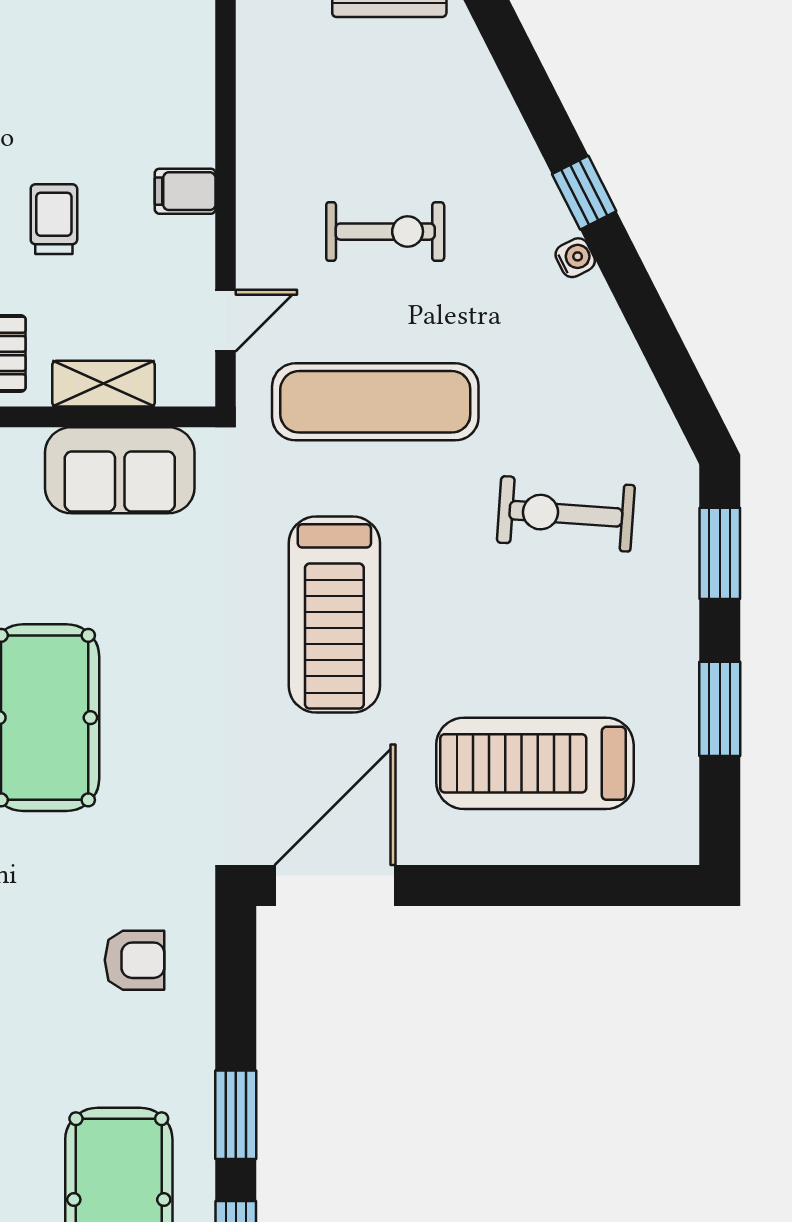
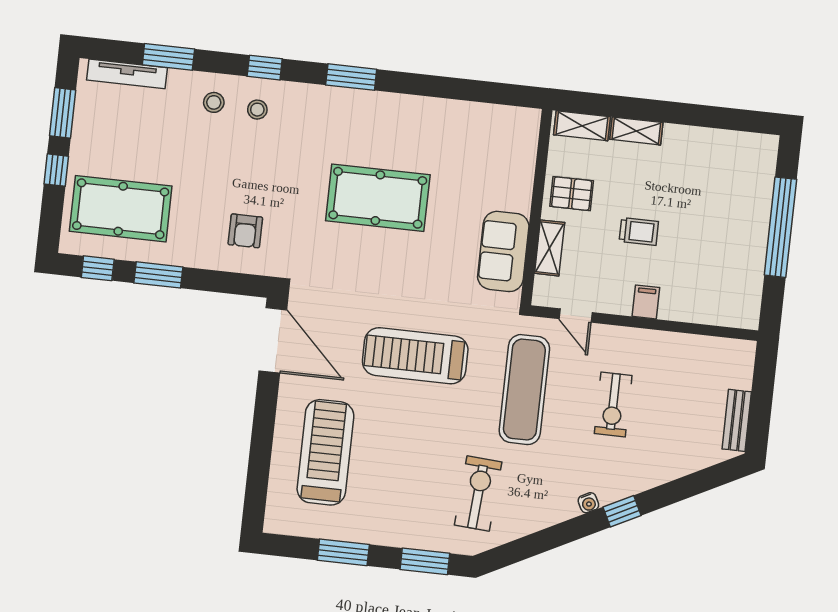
exercise bike: (566, 514) -> (478, 493), moved

